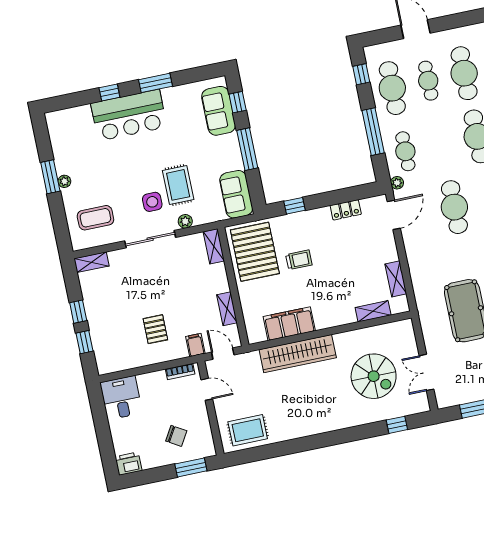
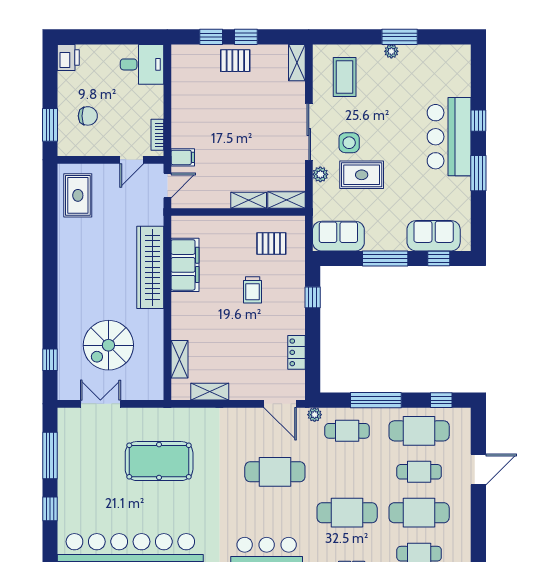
pallet: (255, 252) -> (271, 244), width x0.49, depth x0.50
shelving: (227, 309) -> (249, 200), moved
pallet: (155, 329) -> (235, 61), moved
chair: (176, 436) -> (88, 116), turned -121

